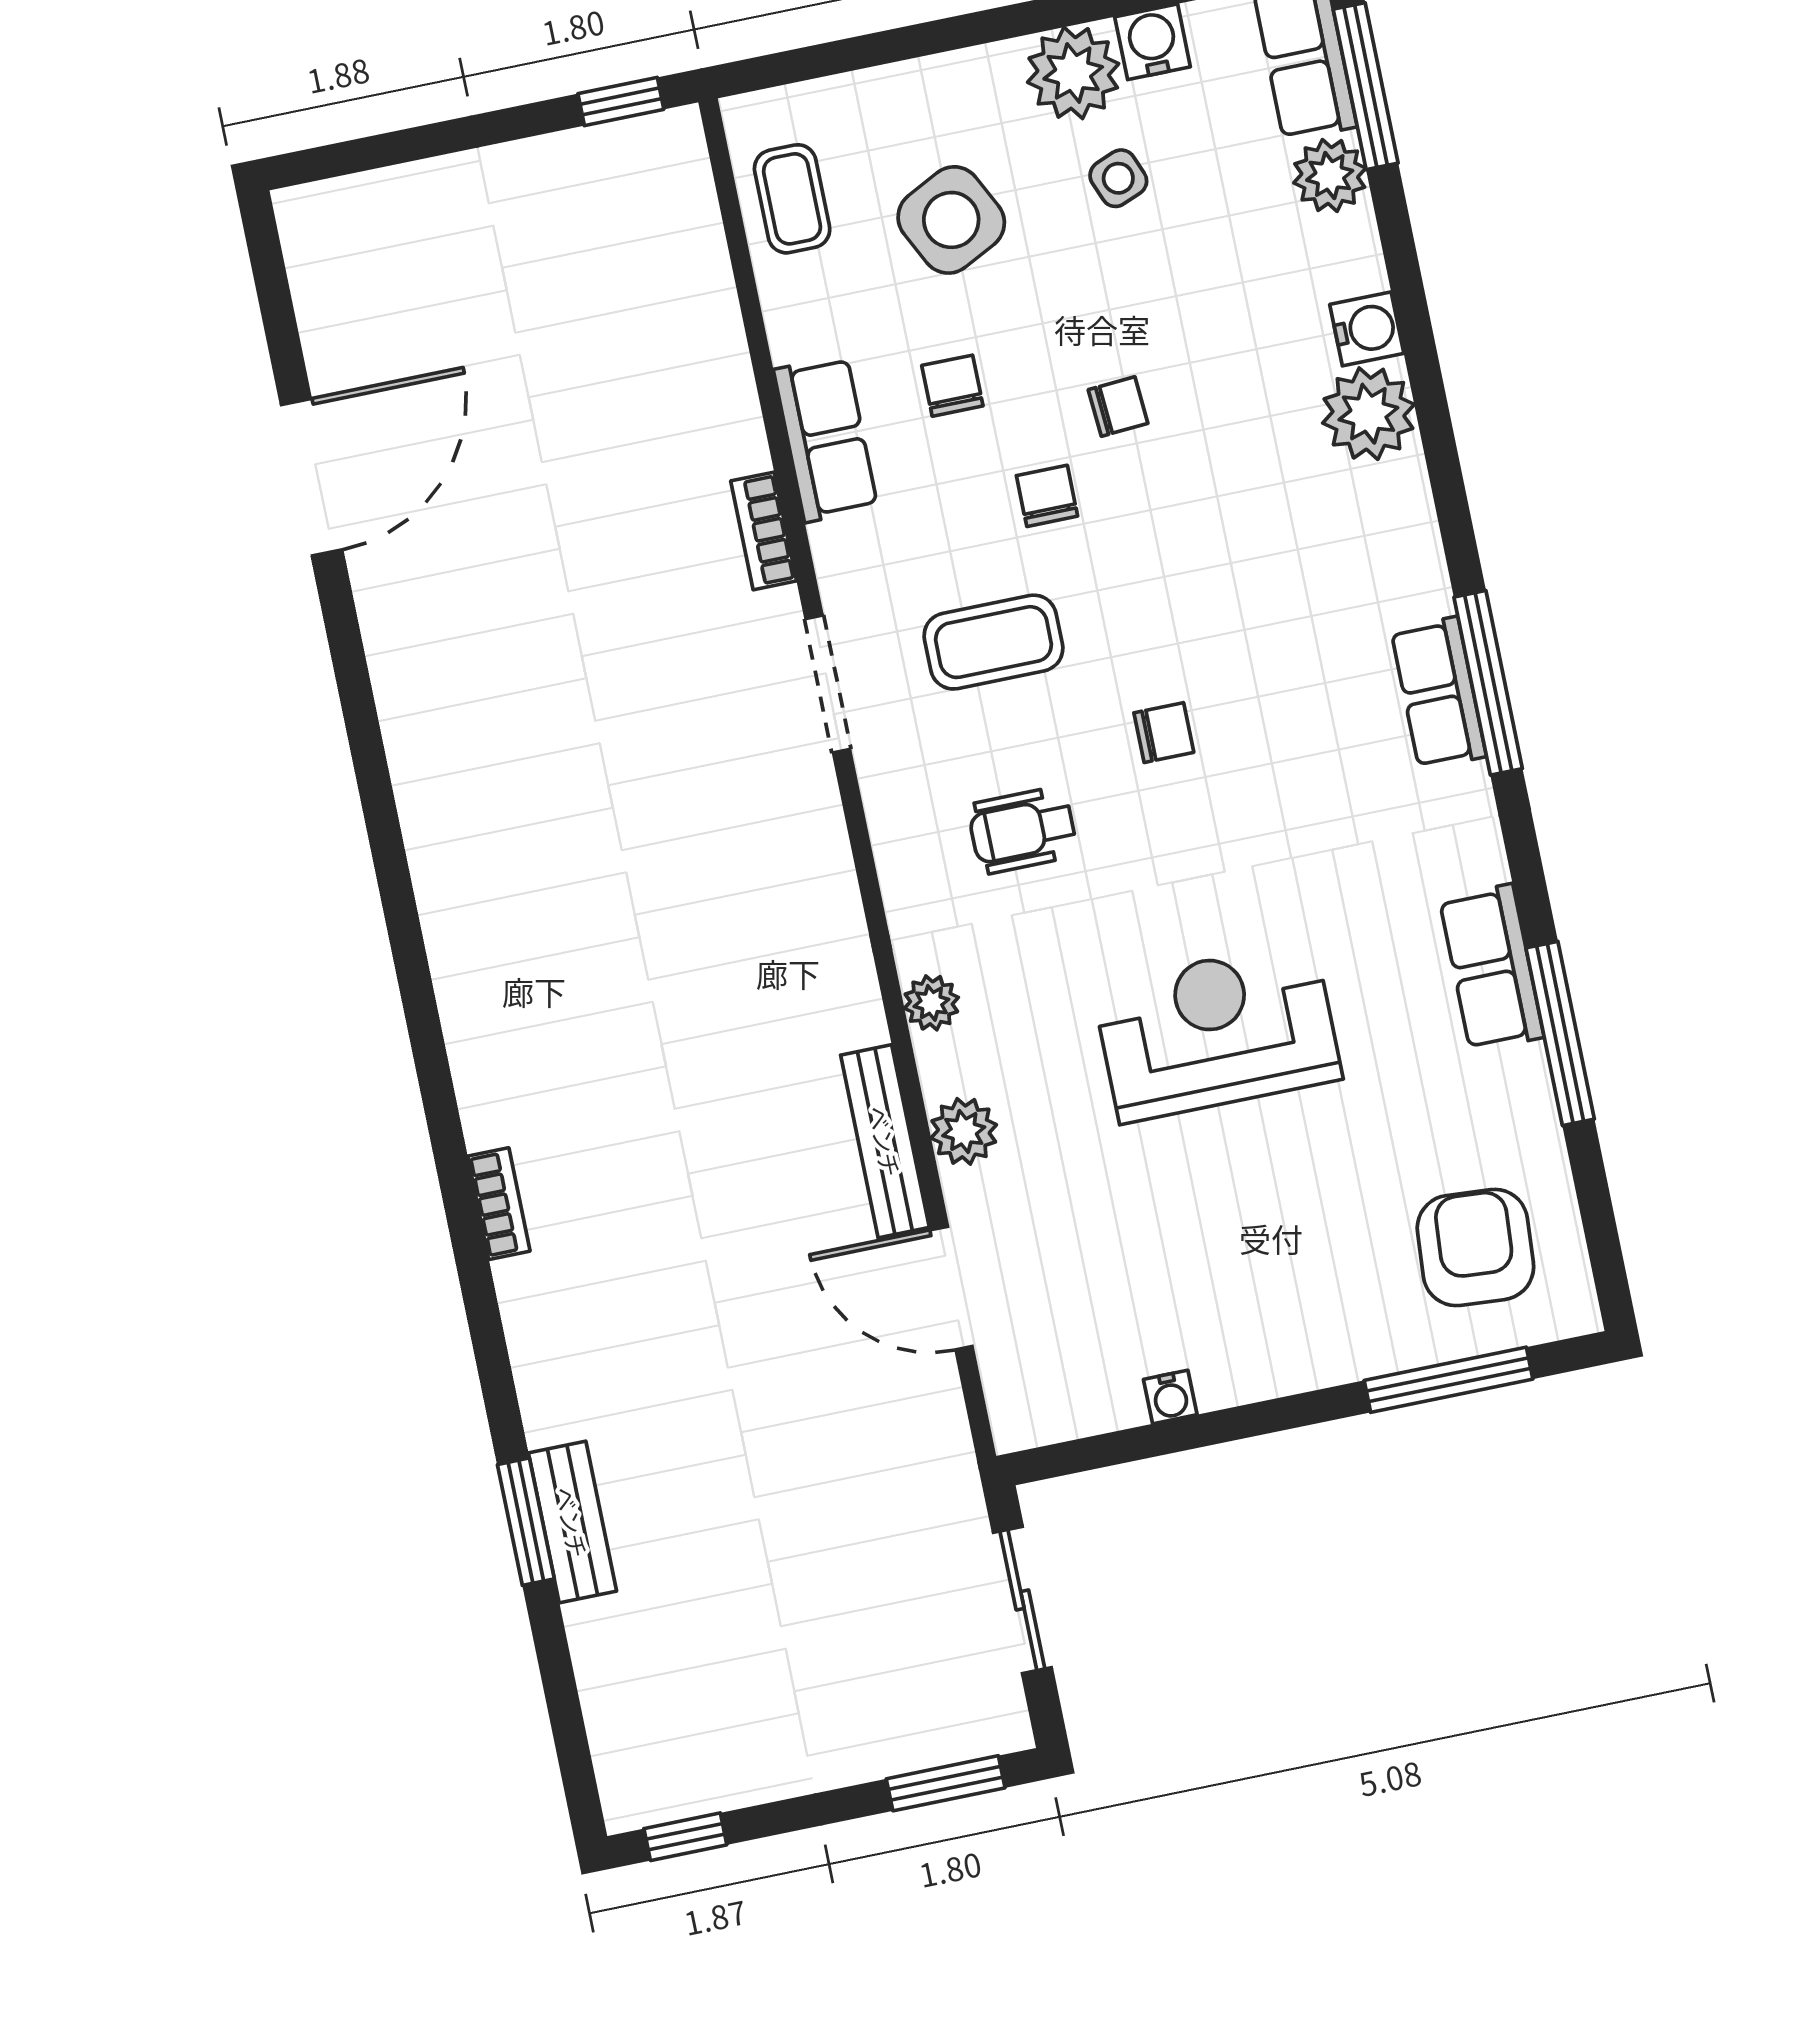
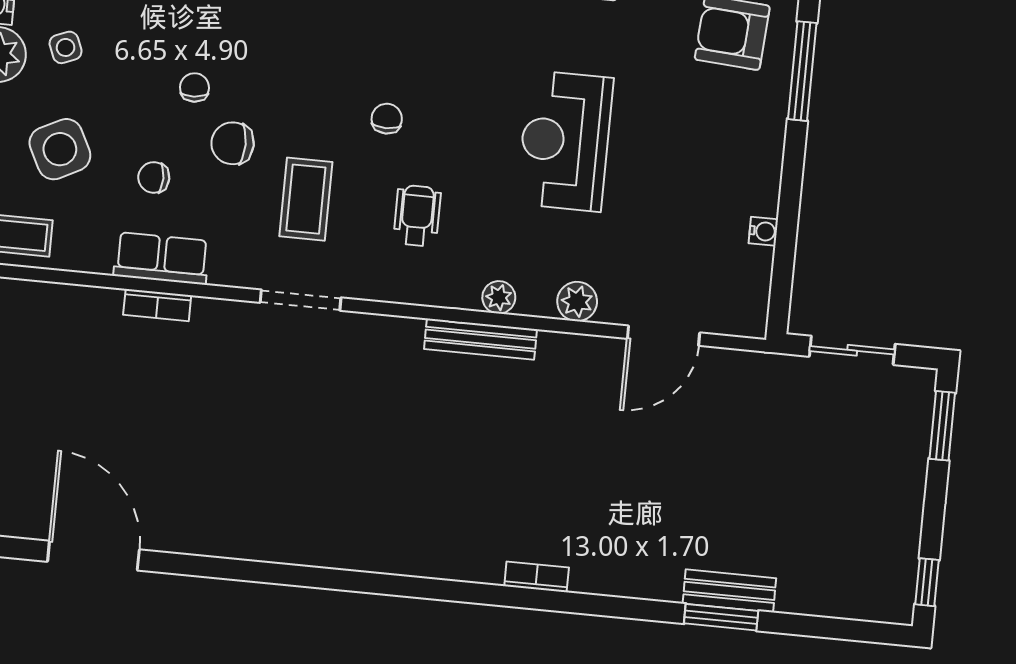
chair: (1047, 496) -> (233, 143), width x1.37, depth x1.37
bookcase: (764, 531) -> (157, 305), moved
wheelchair: (1022, 830) -> (417, 216), turned 180
bench: (885, 1141) -> (480, 339), moved

